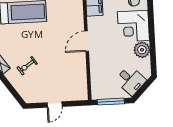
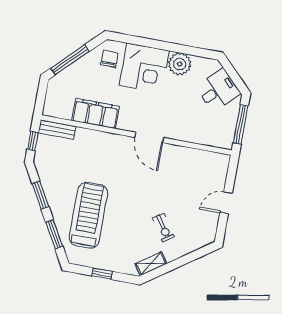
door: (55, 105) -> (226, 203), swing flipped

